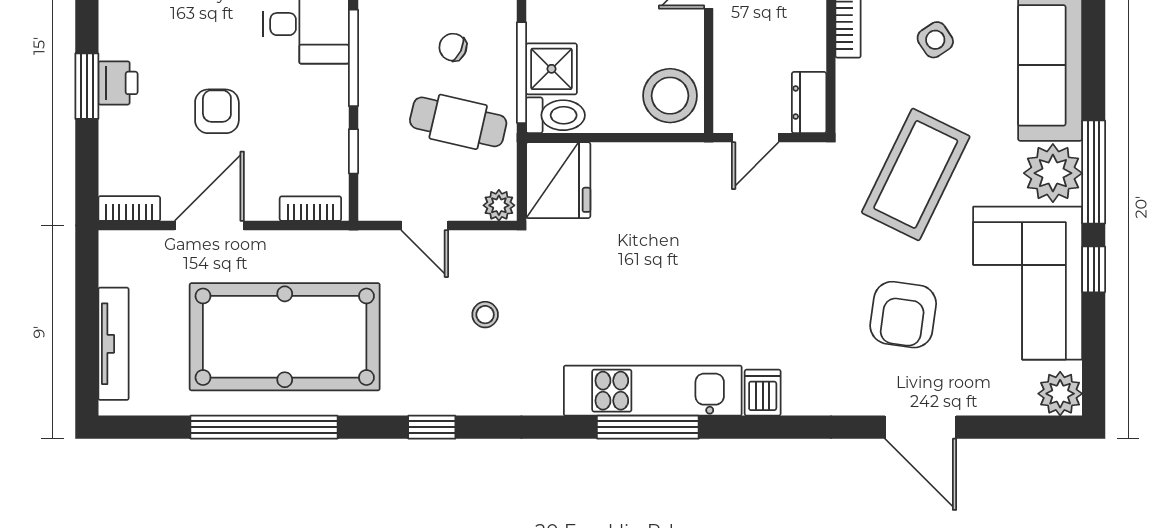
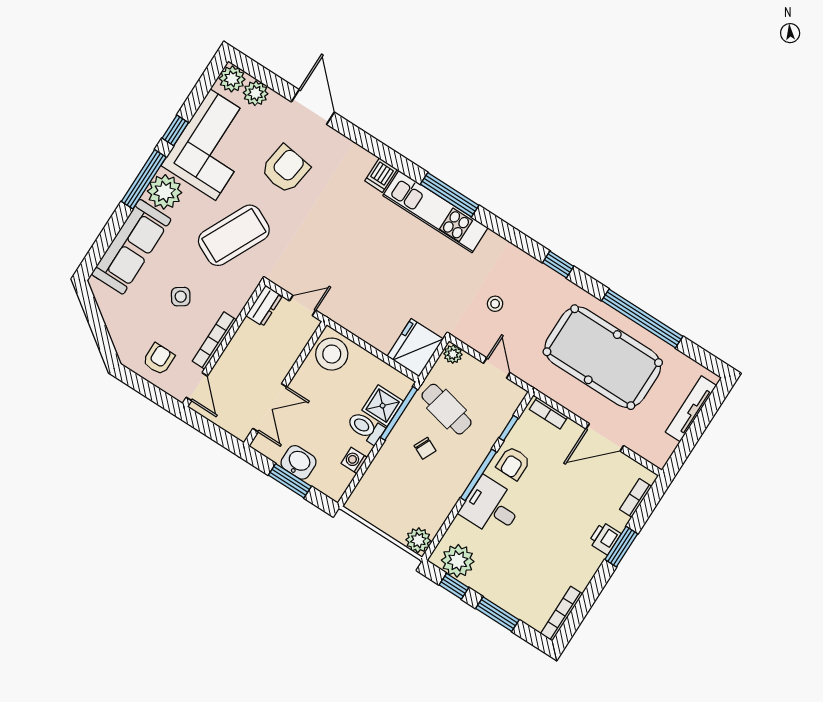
armchair: (217, 111) -> (513, 463), moved
toilet: (555, 115) -> (366, 428), moved
bookcase: (129, 209) -> (636, 498), moved, turned 90
plant: (1014, 395) -> (256, 93), added

